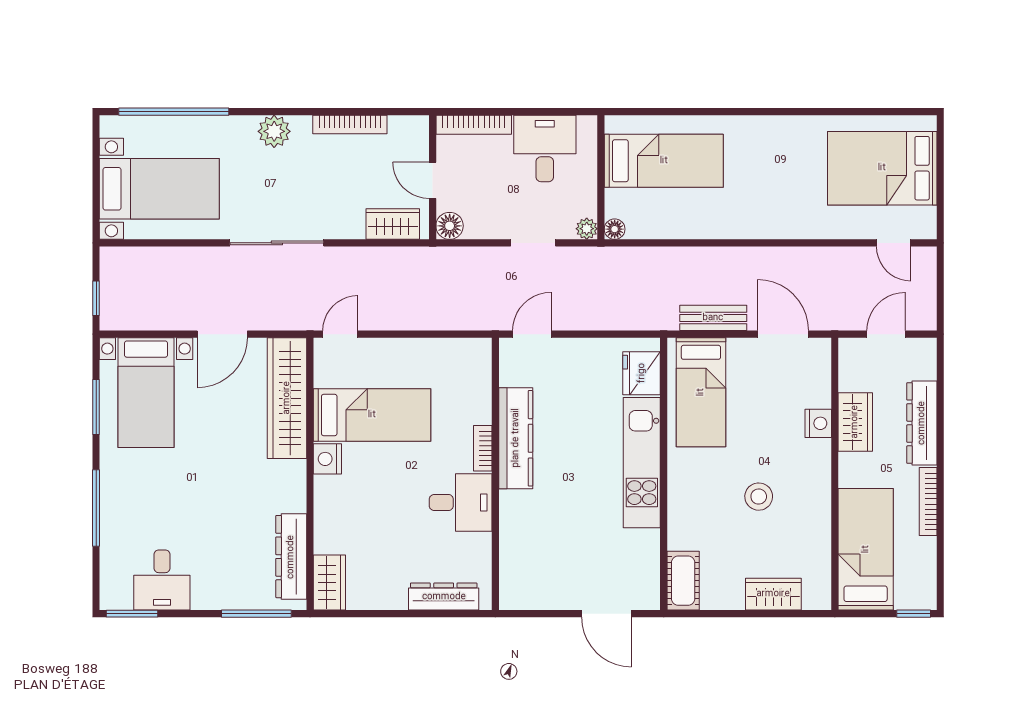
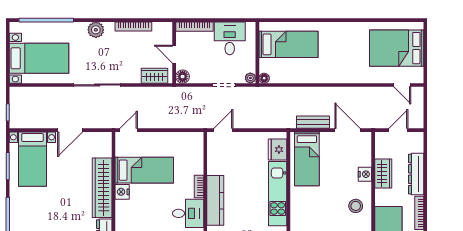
wardrobe: (287, 398) -> (102, 188), moved
kitchen counter: (516, 438) -> (215, 200), moved
stool: (759, 497) -> (356, 206), moved

